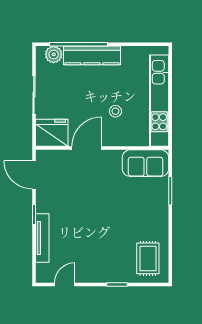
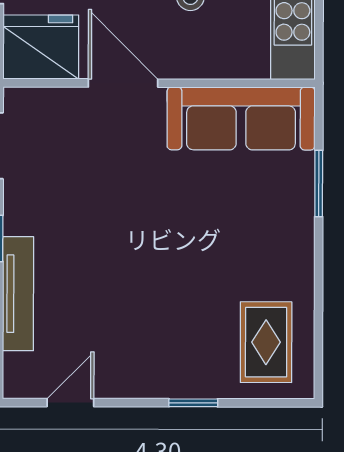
door: (87, 148) -> (123, 83), hinge flipped
sofa: (145, 163) -> (241, 118), width x1.36

